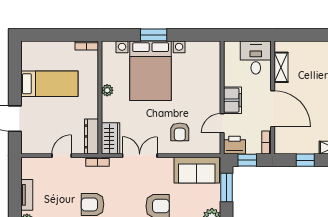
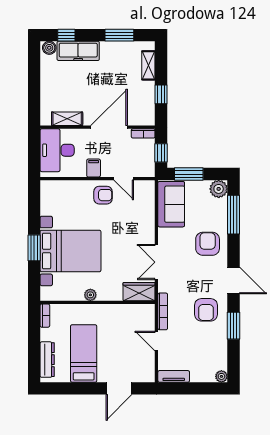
desk: (256, 58) -> (57, 150), width x1.37
filing cabinet: (232, 100) -> (94, 168), width x0.50
armchair: (180, 132) -> (103, 195), moved
dresser: (91, 136) -> (47, 360), moved, turned -90
printer: (234, 145) -> (146, 166), removed
bookcase: (98, 162) -> (163, 311), width x1.56
tv unit: (27, 195) -> (174, 376), moved

